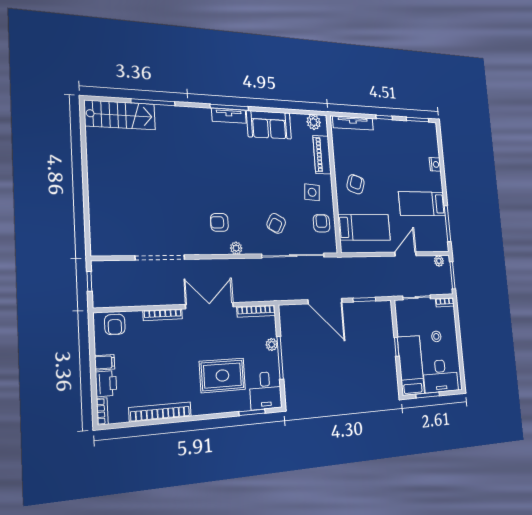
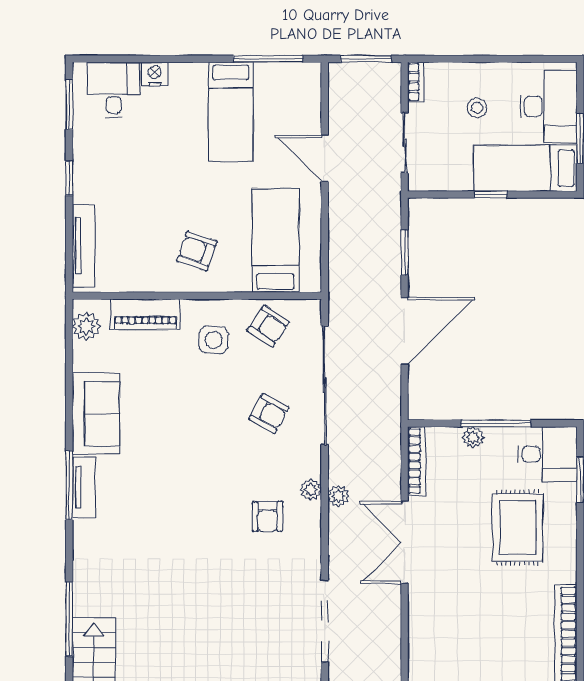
desk: (426, 143) -> (114, 90), added
armchair: (322, 223) -> (268, 326), turned -146
plant: (439, 261) -> (338, 496), moved
bookcase: (163, 315) -> (416, 622), removed

